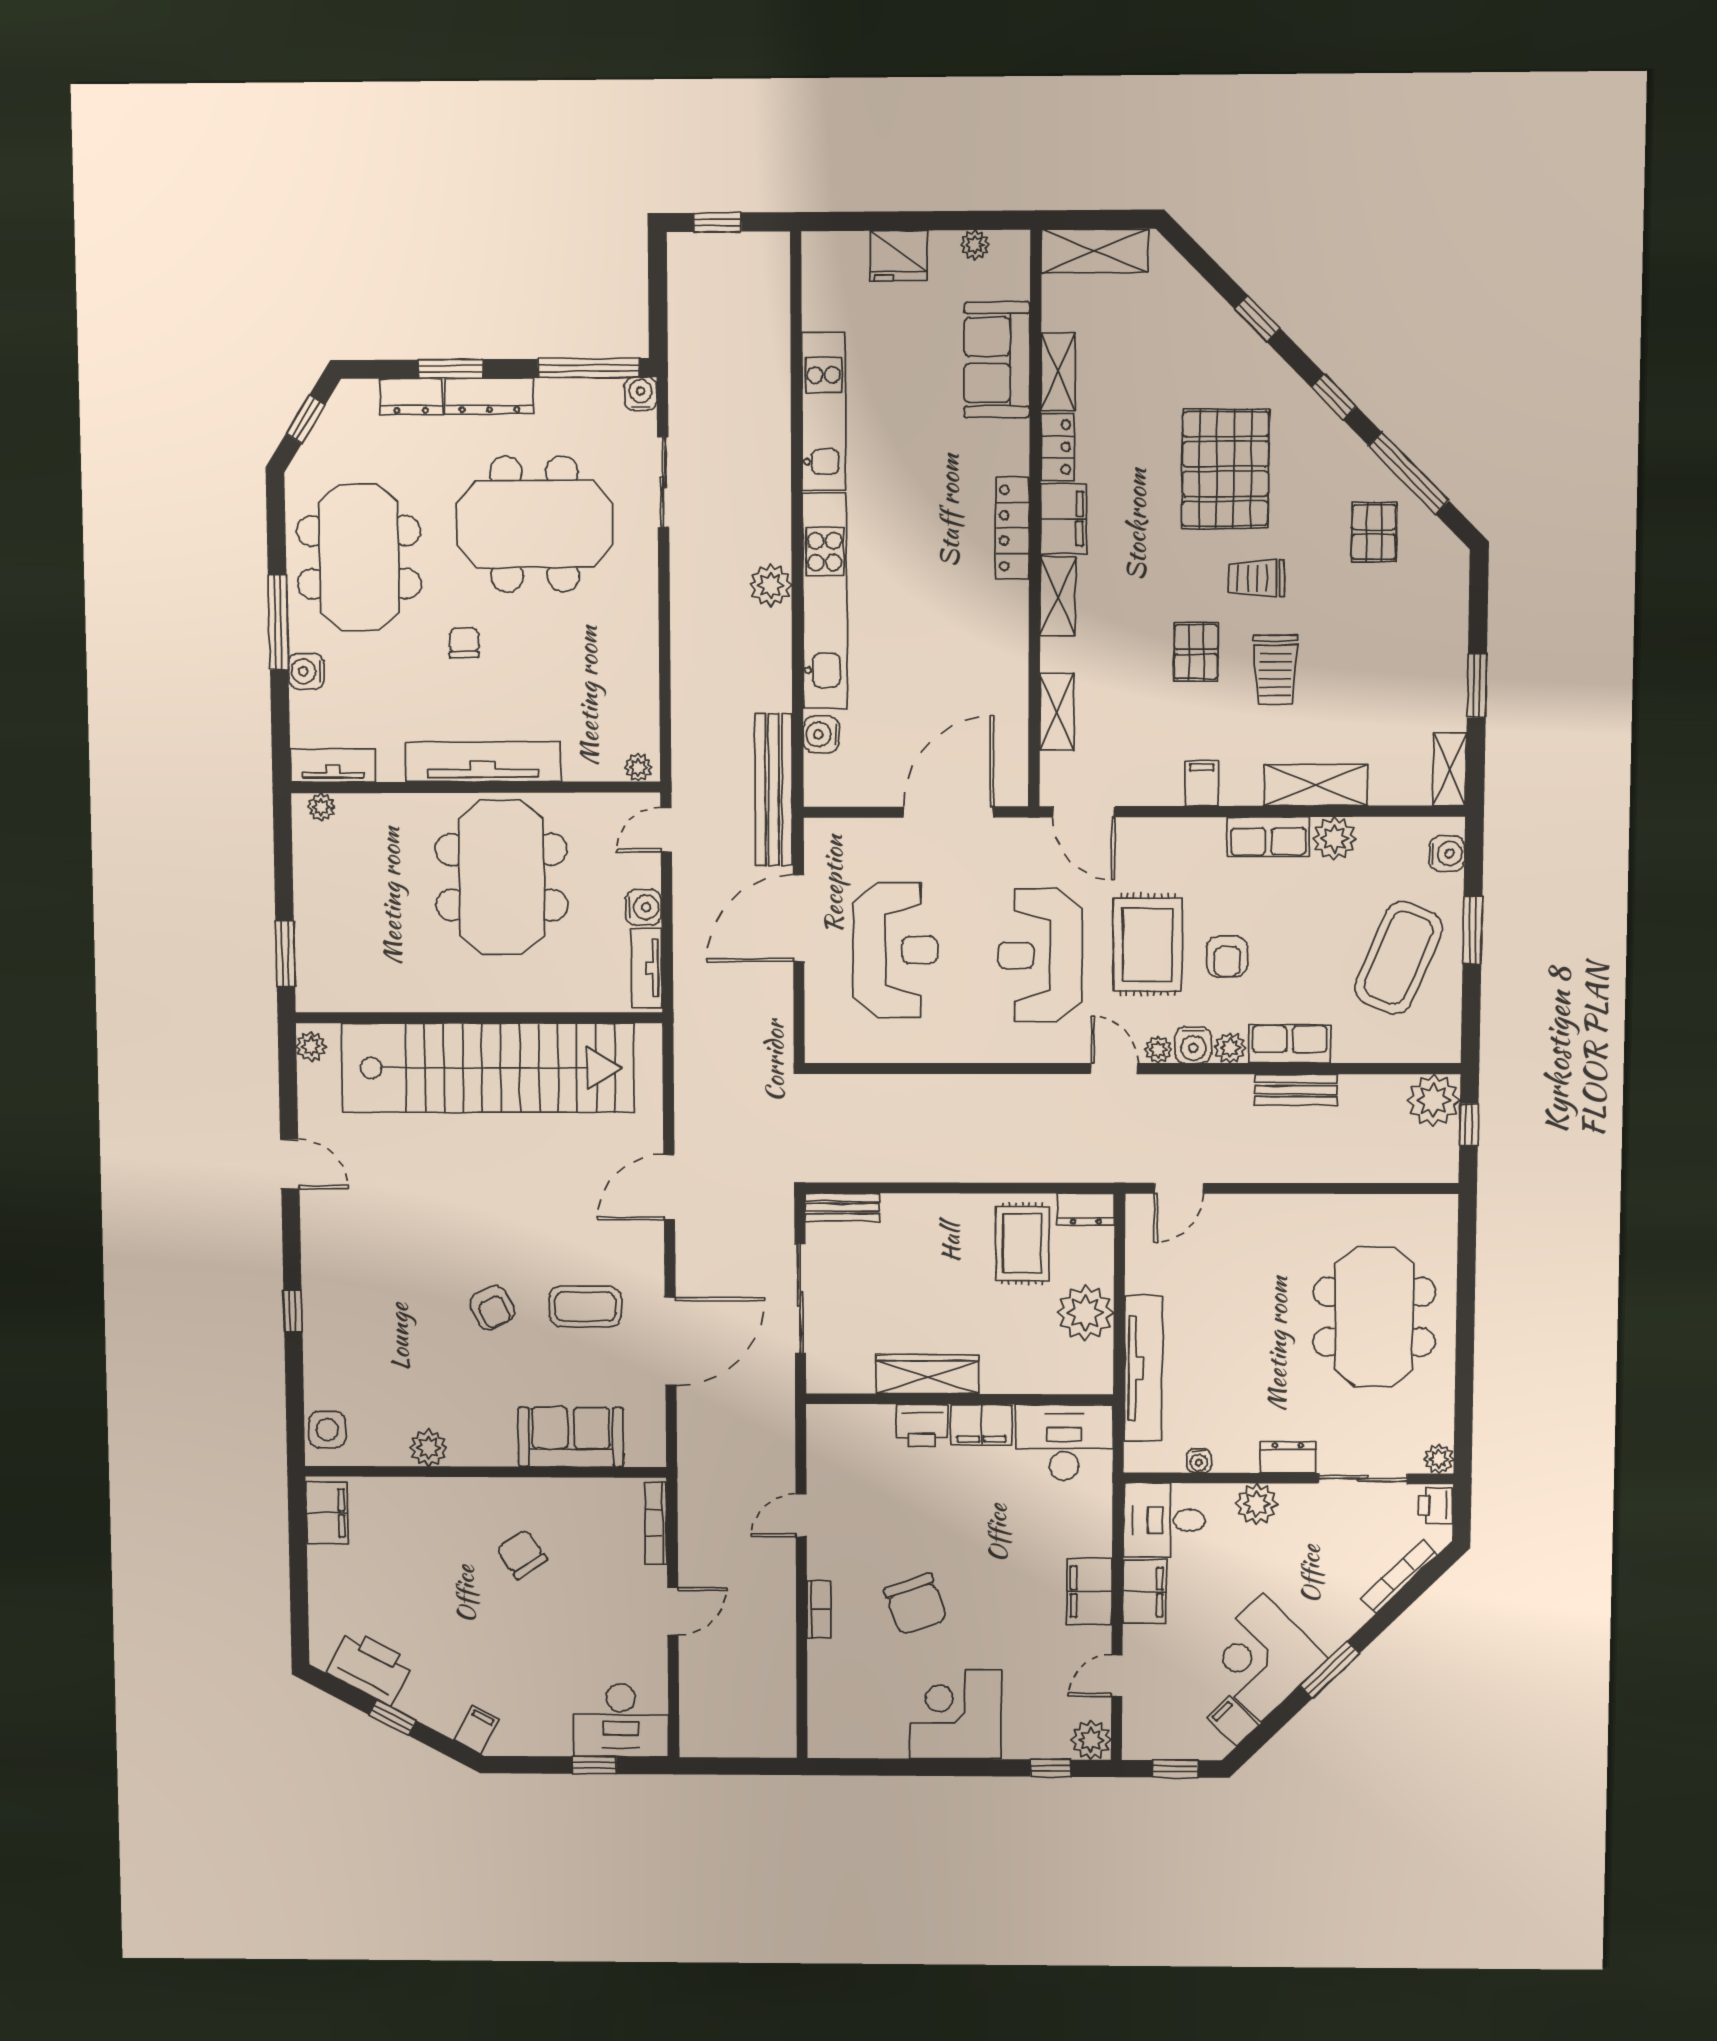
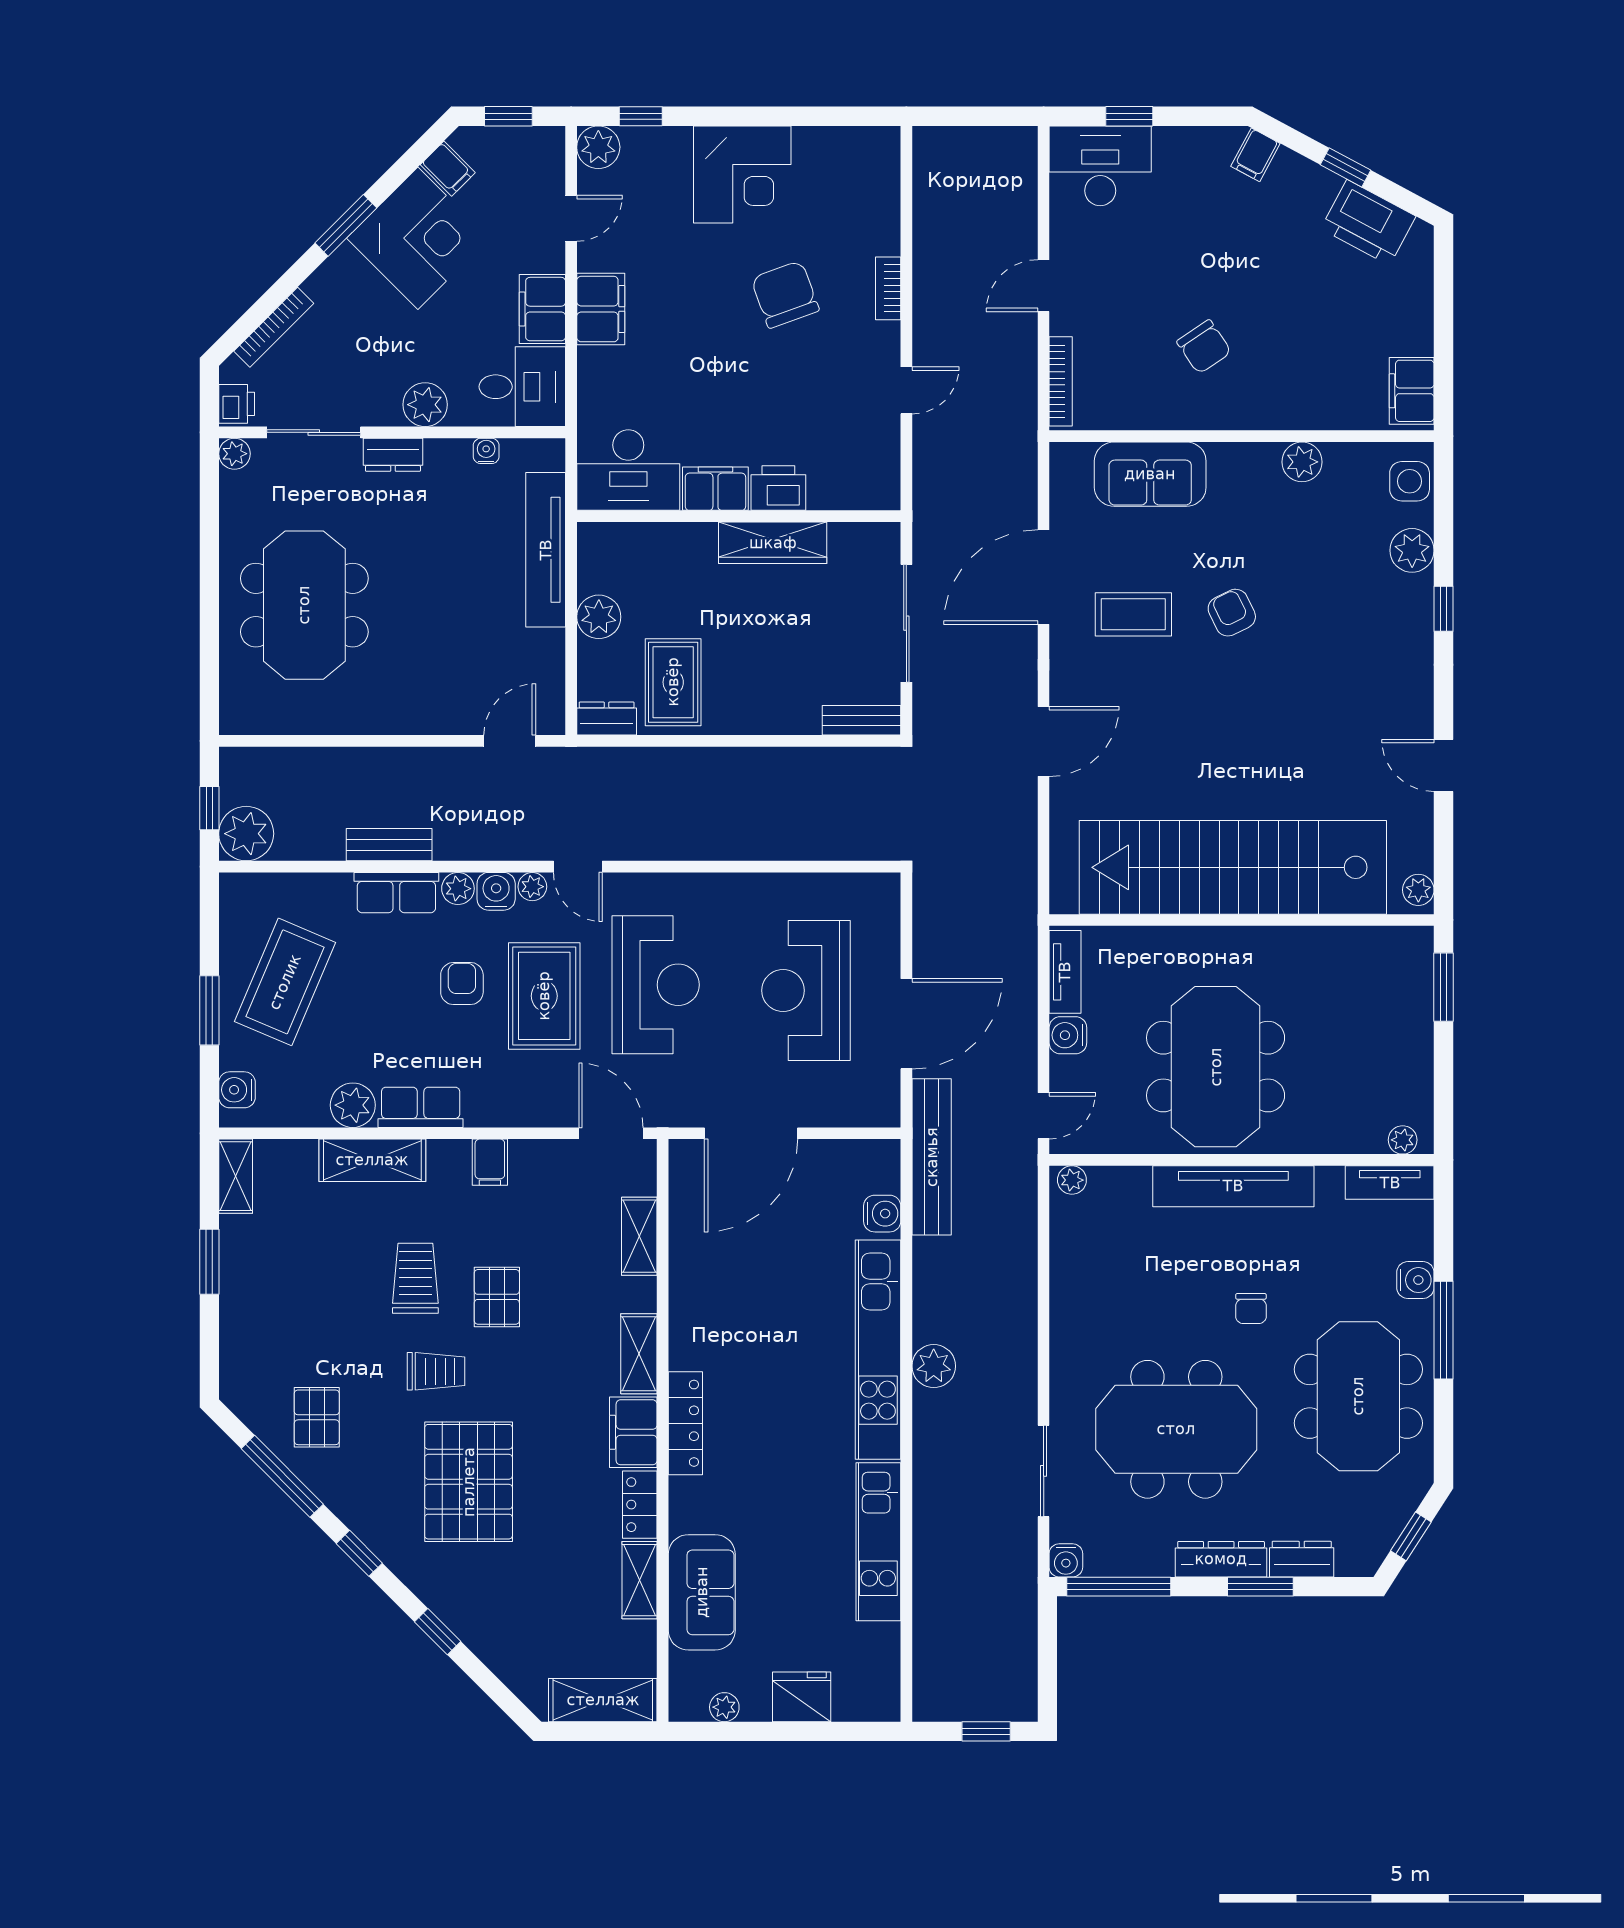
plant: (1085, 1313) -> (599, 617), width x0.73, depth x0.73
plant: (324, 1365) -> (1412, 550), added

